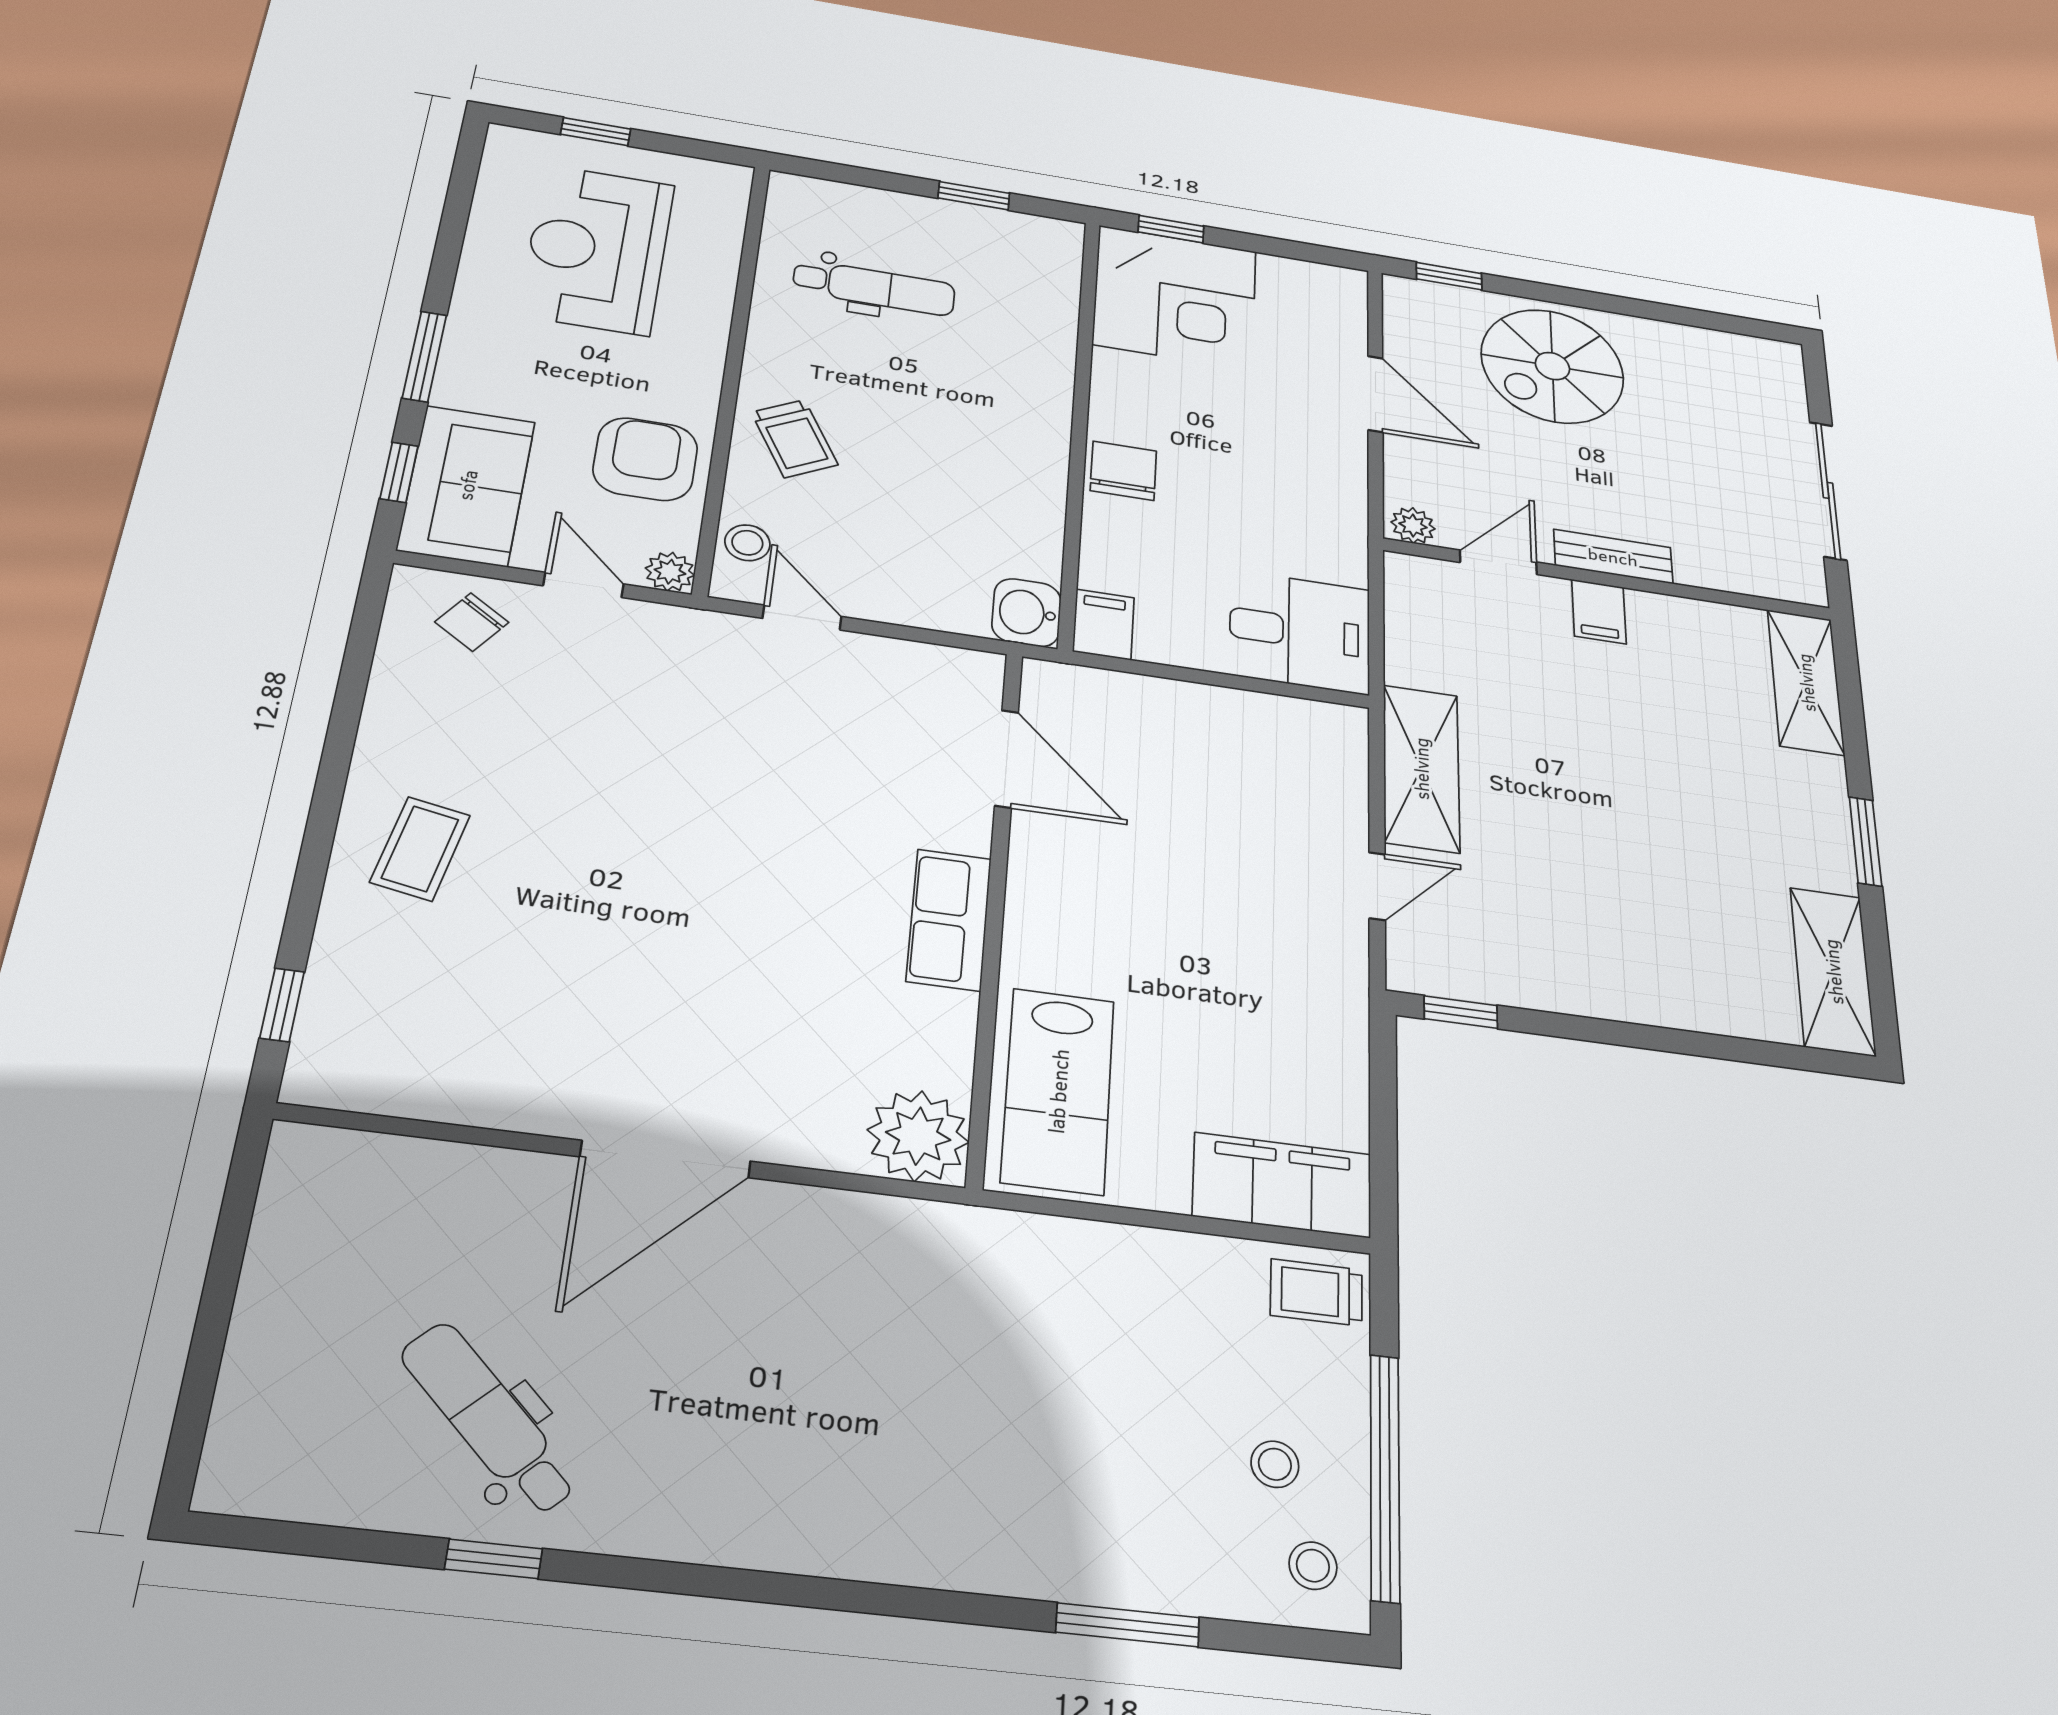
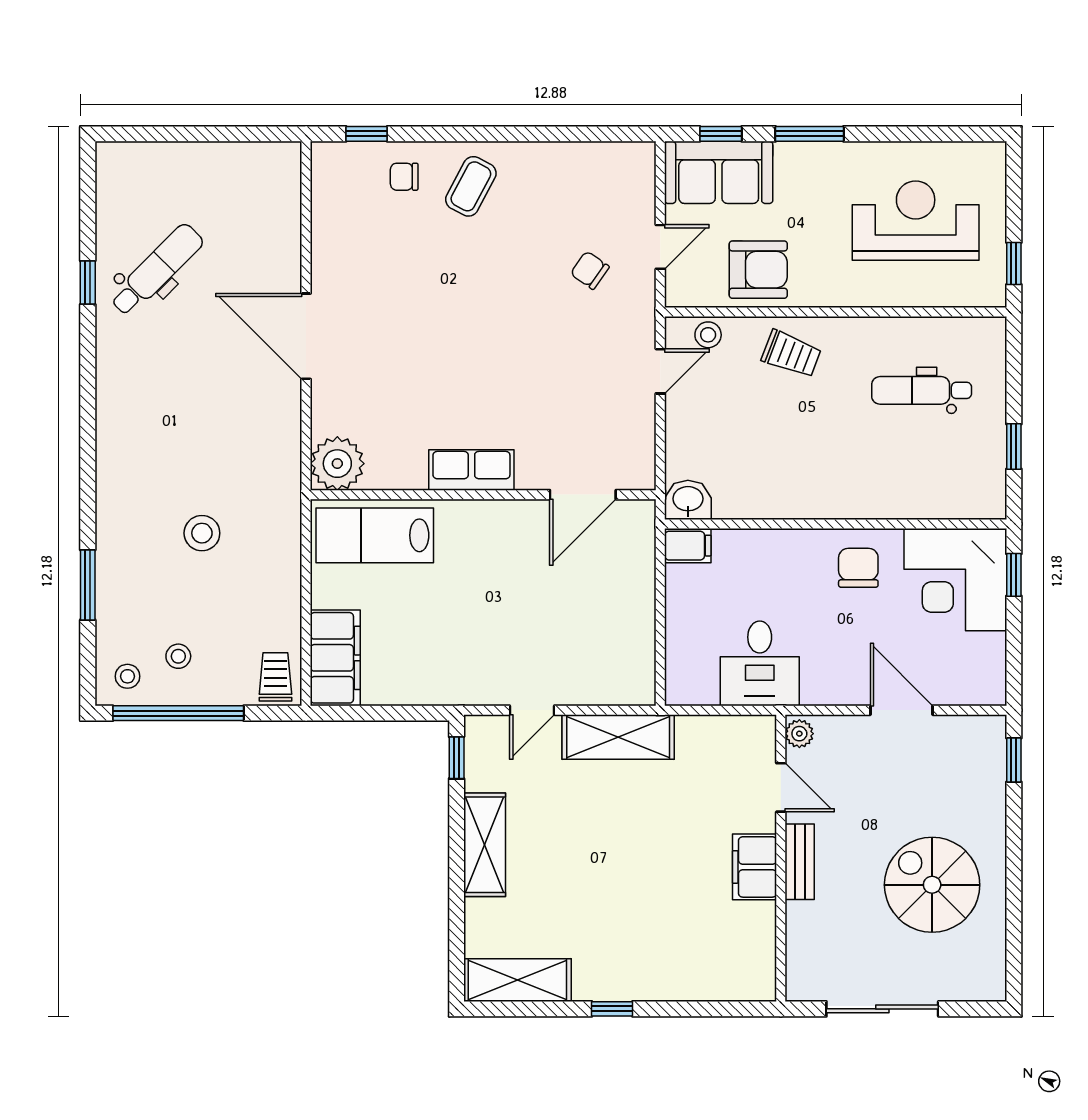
window: (596, 132) -> (1014, 263), moved
dental chair: (874, 288) -> (922, 390), turned 90
spiral stairs: (1552, 366) -> (932, 885), moved
door: (1375, 394) -> (902, 710), swing flipped
trolley: (794, 439) -> (791, 354), turned -131
chair: (1123, 471) -> (858, 568), moved, turned -90
plant: (670, 572) -> (679, 294), removed
filing cabinet: (1599, 612) -> (755, 867), width x2.00
chair: (472, 622) -> (590, 270), moved
desk: (1300, 632) -> (760, 663), moved
shelving: (1806, 682) -> (485, 845), moved, turned 90
window: (1865, 841) -> (612, 1009), width x0.67
coffee table: (420, 849) -> (471, 186), turned -73
door: (1377, 886) -> (532, 710), hinge flipped
chair: (380, 953) -> (404, 177), added
stool: (1035, 1393) -> (202, 533), added

